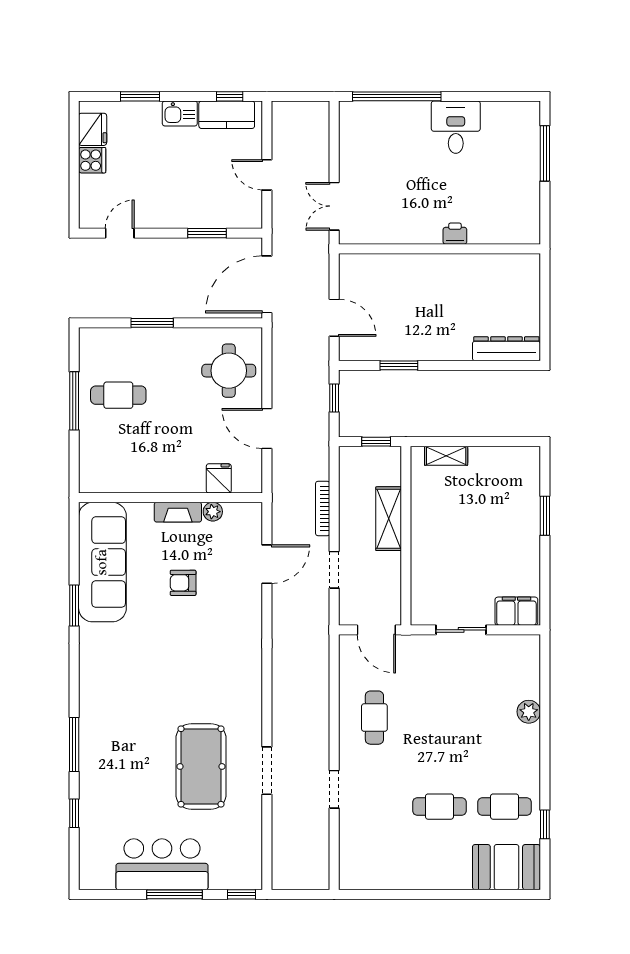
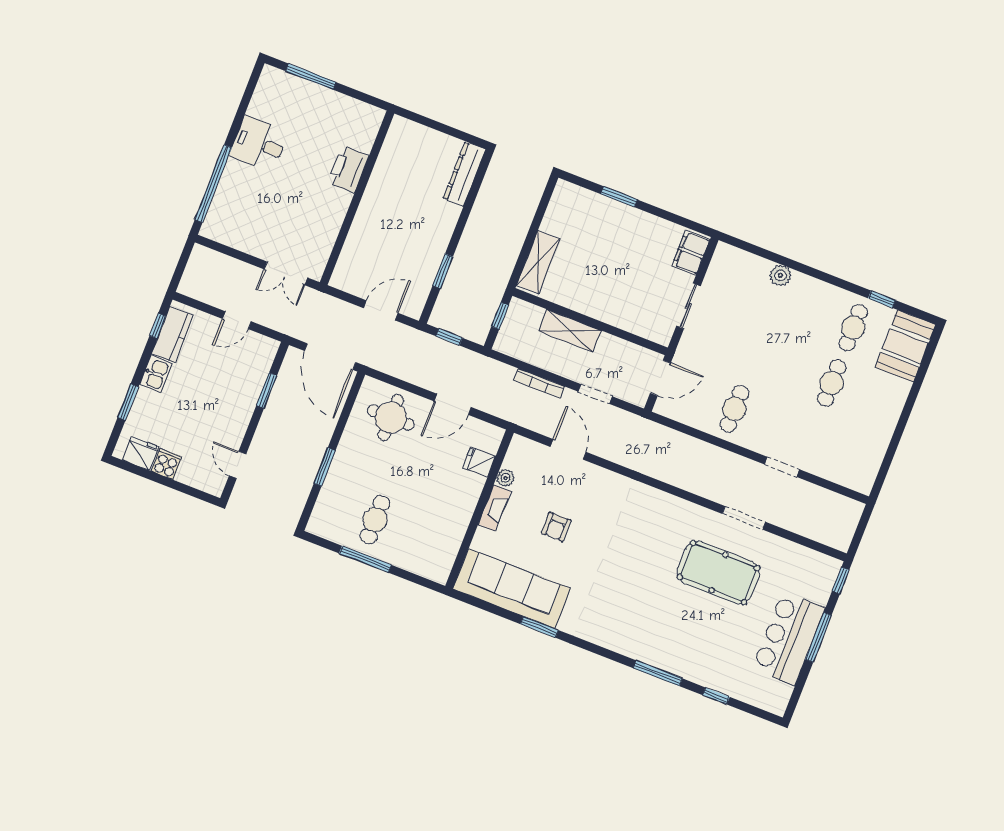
printer: (455, 234) -> (348, 169), width x1.87, depth x1.48
shelving: (446, 456) -> (538, 262), width x1.50, depth x1.33
cafe table: (374, 718) -> (734, 409), turned 90

